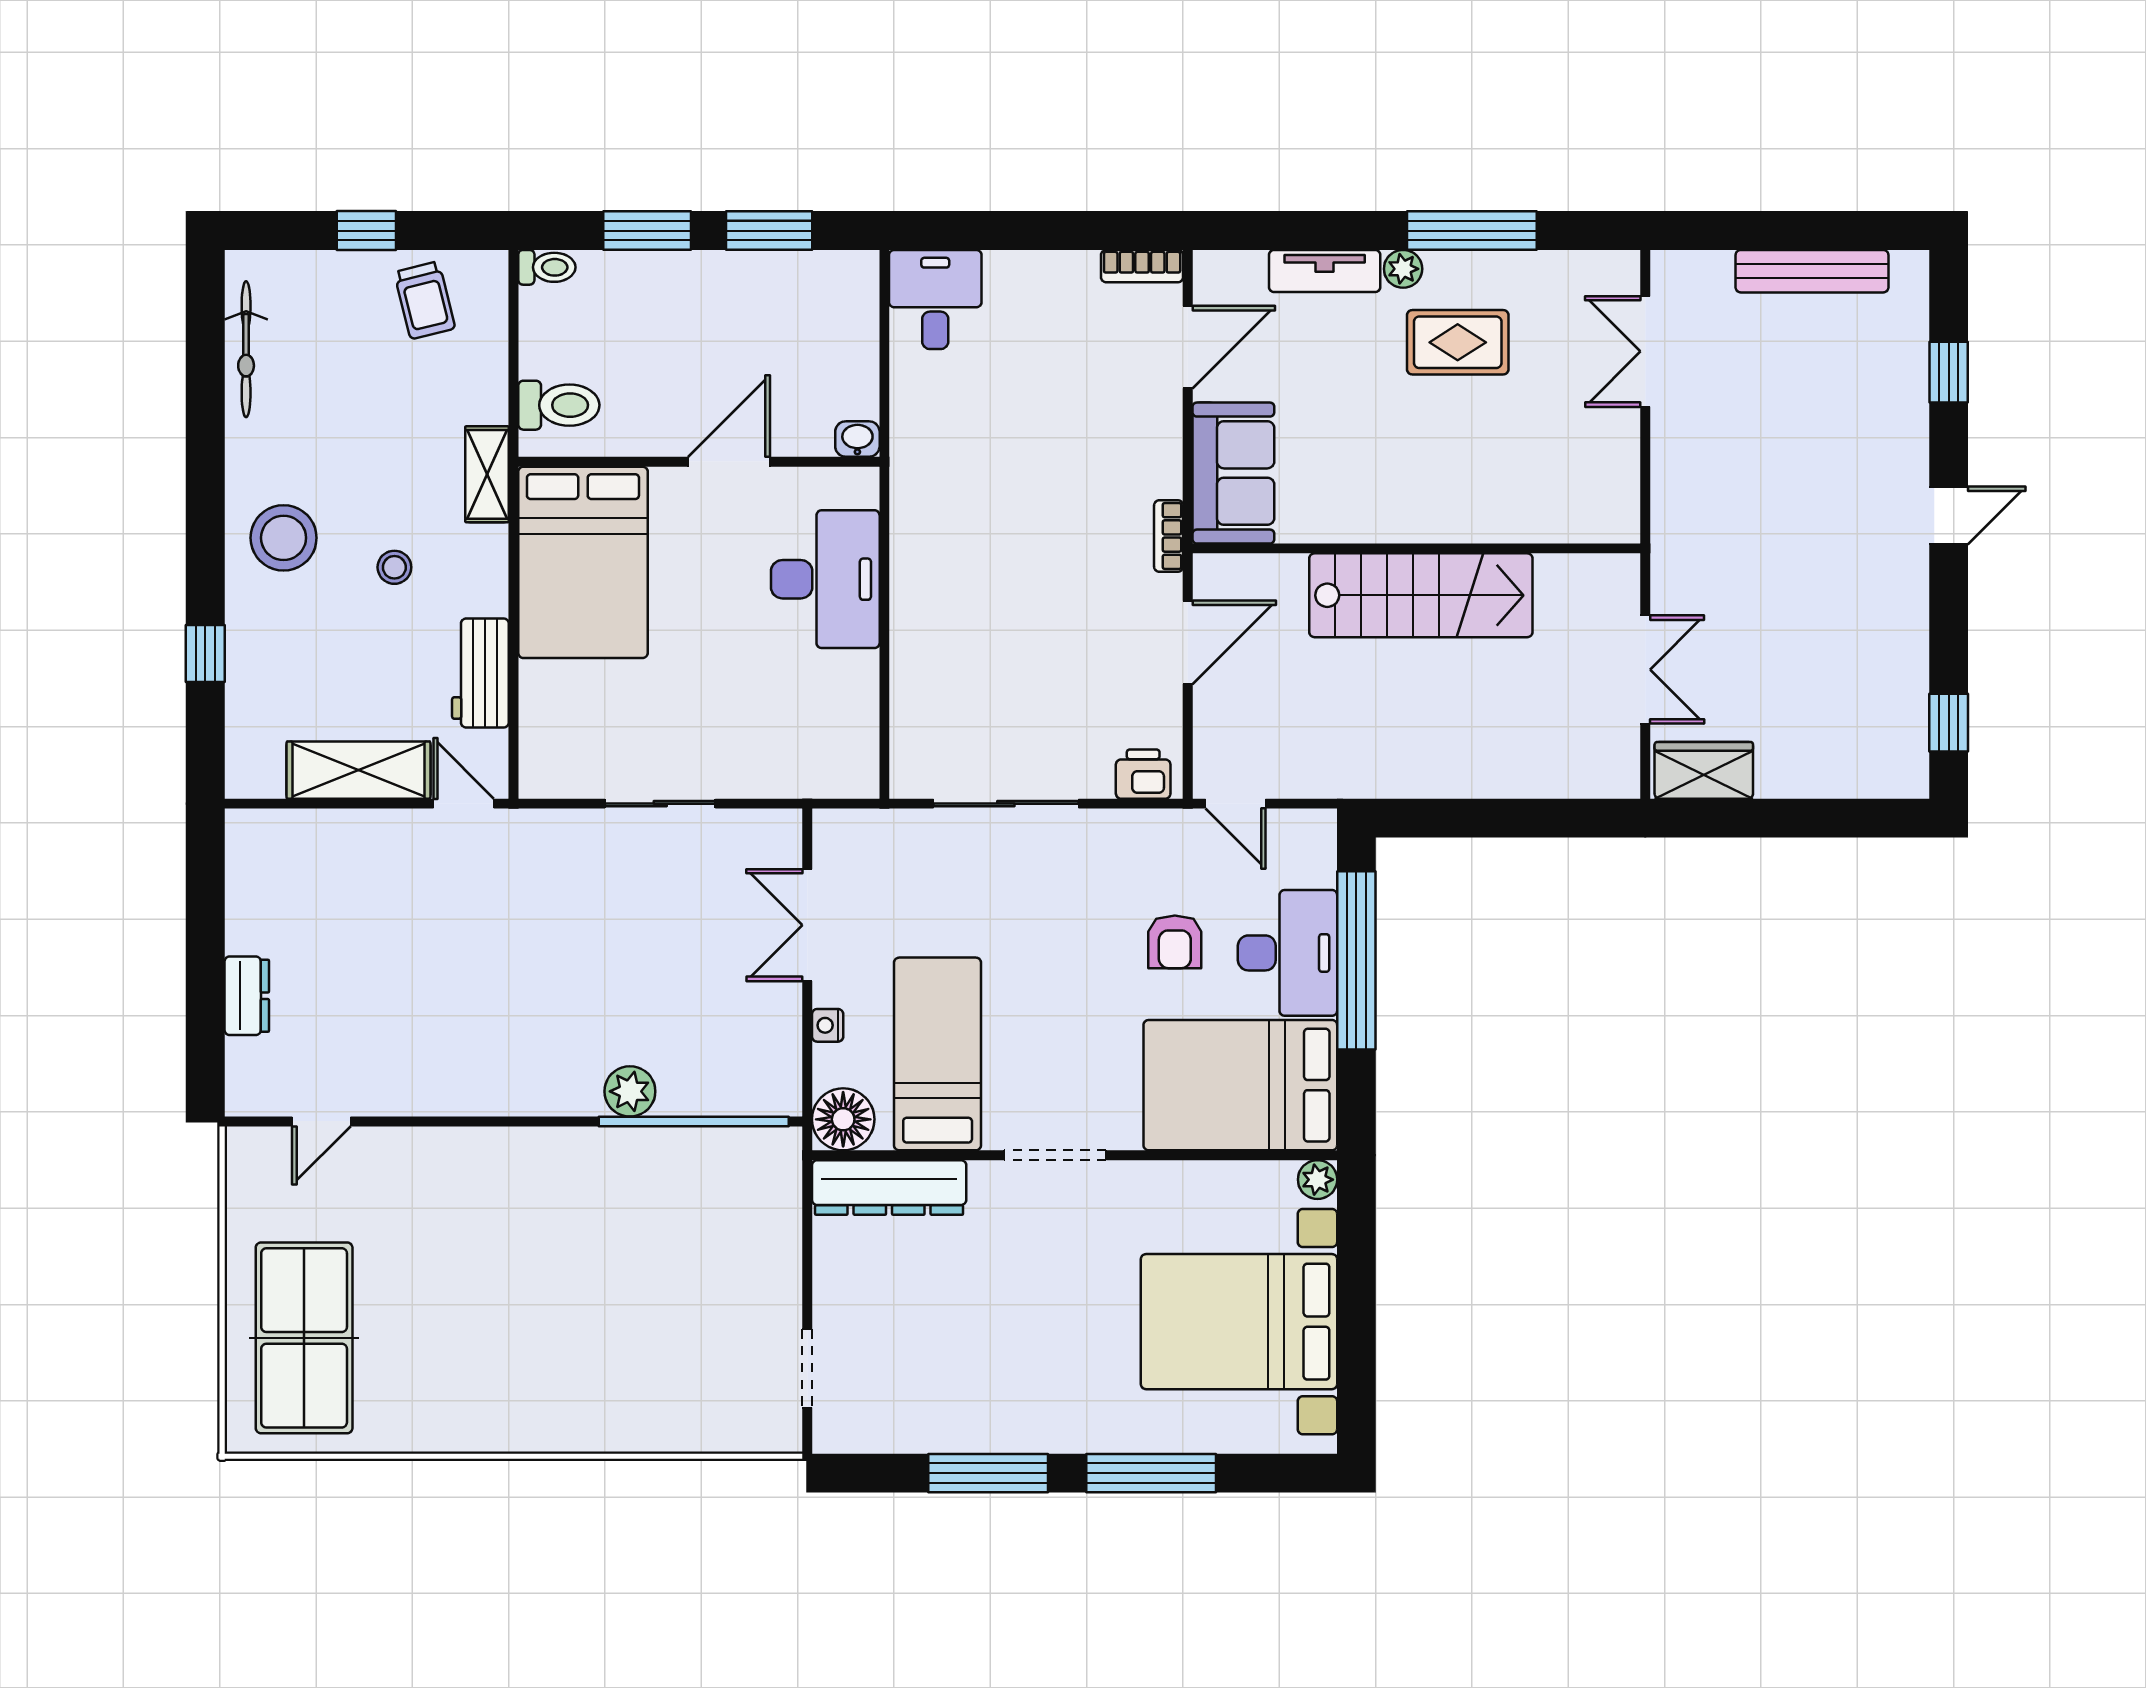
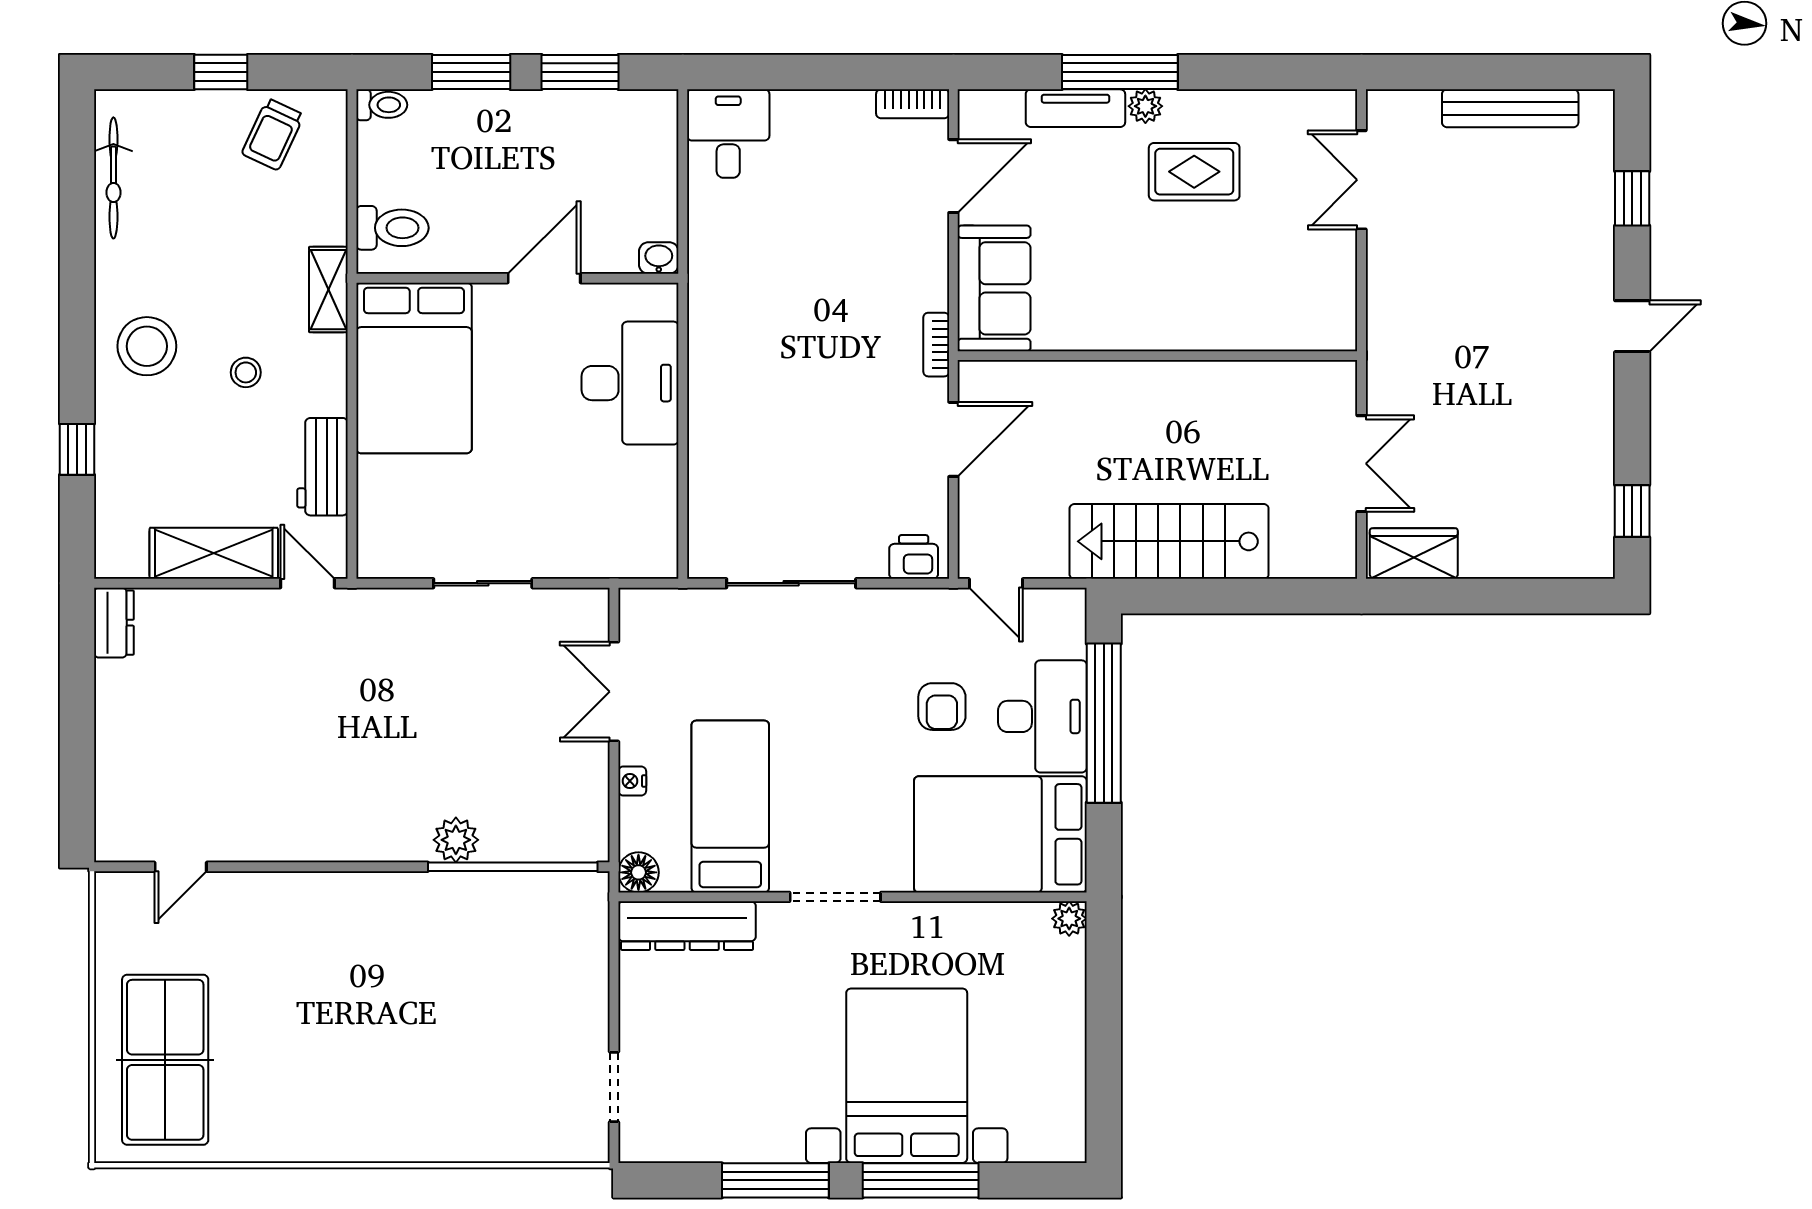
window: (1472, 231) -> (1120, 72), moved
trolley: (425, 300) -> (273, 134), turned 39
stairs: (1421, 595) -> (1169, 541), moved, turned 180
dresser: (247, 996) -> (114, 623), moved
floor lamp: (843, 1119) -> (638, 872), width x0.73, depth x0.73
bed with nightstands: (1239, 1322) -> (907, 1076), moved, turned 90

